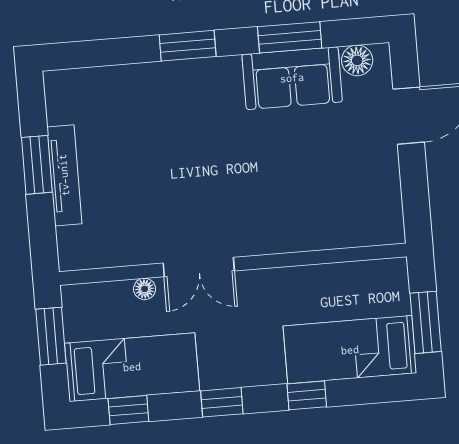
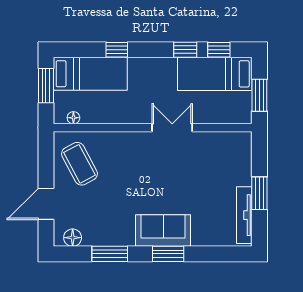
sofa: (292, 78) -> (163, 231), moved
tv unit: (64, 175) -> (244, 215), moved
coffee table: (356, 191) -> (79, 164), added
floor lamp: (145, 289) -> (73, 118), moved
window: (222, 402) -> (185, 50), moved

